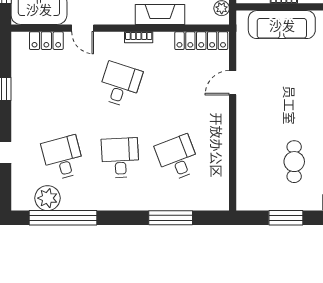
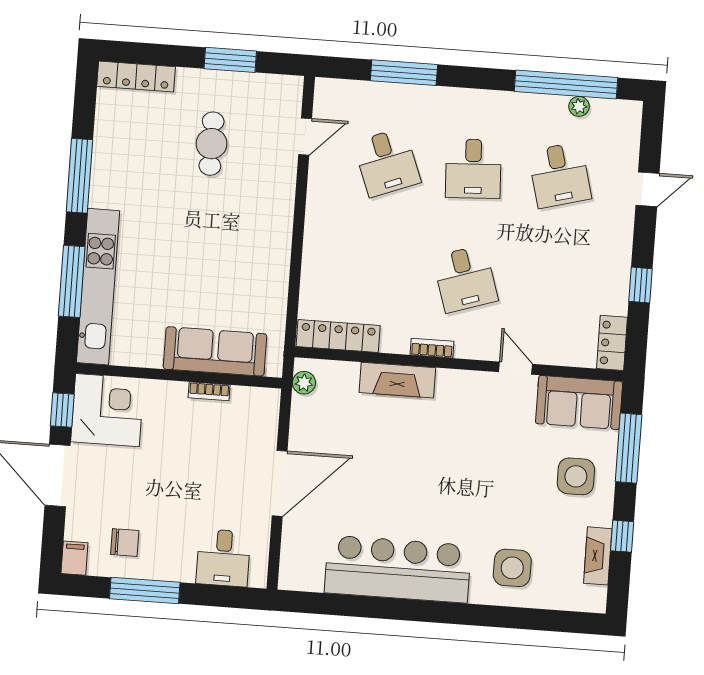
locker: (46, 41) -> (612, 343), moved, turned -90
door: (233, 83) -> (305, 137), moved
desk: (120, 85) -> (465, 279), turned -36
plant: (48, 198) -> (579, 106), width x0.53, depth x0.53

